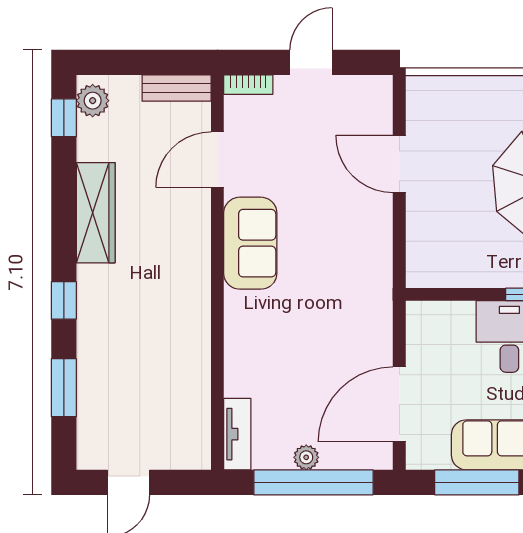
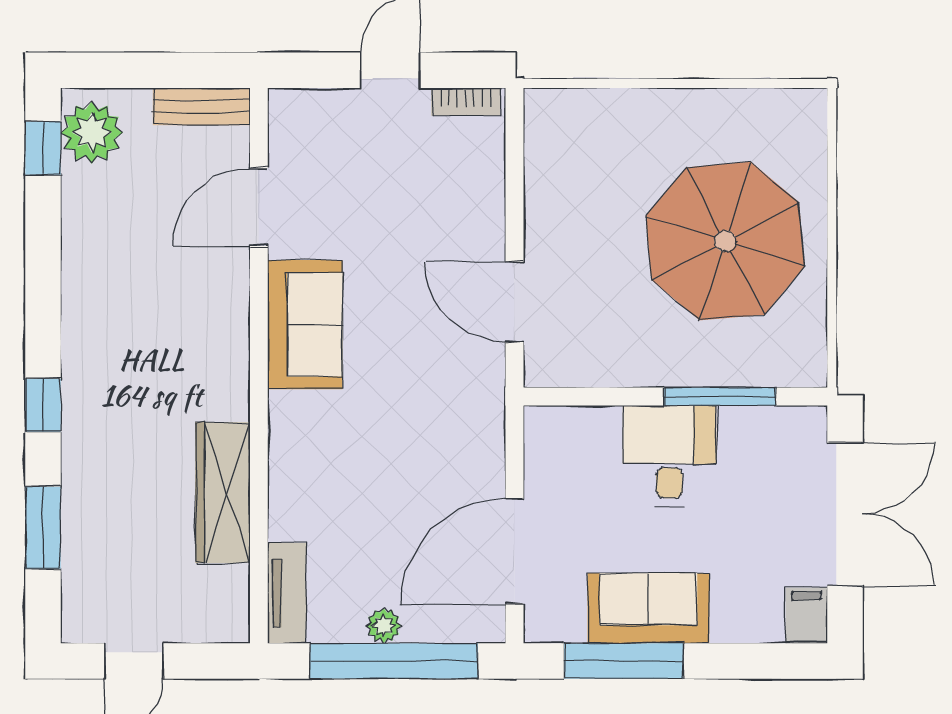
bookcase: (248, 85) -> (466, 102), moved
plant: (93, 101) -> (92, 133), width x1.36, depth x1.36
door: (399, 164) -> (514, 302), moved
wardrobe: (96, 213) -> (223, 492), moved, turned 180

